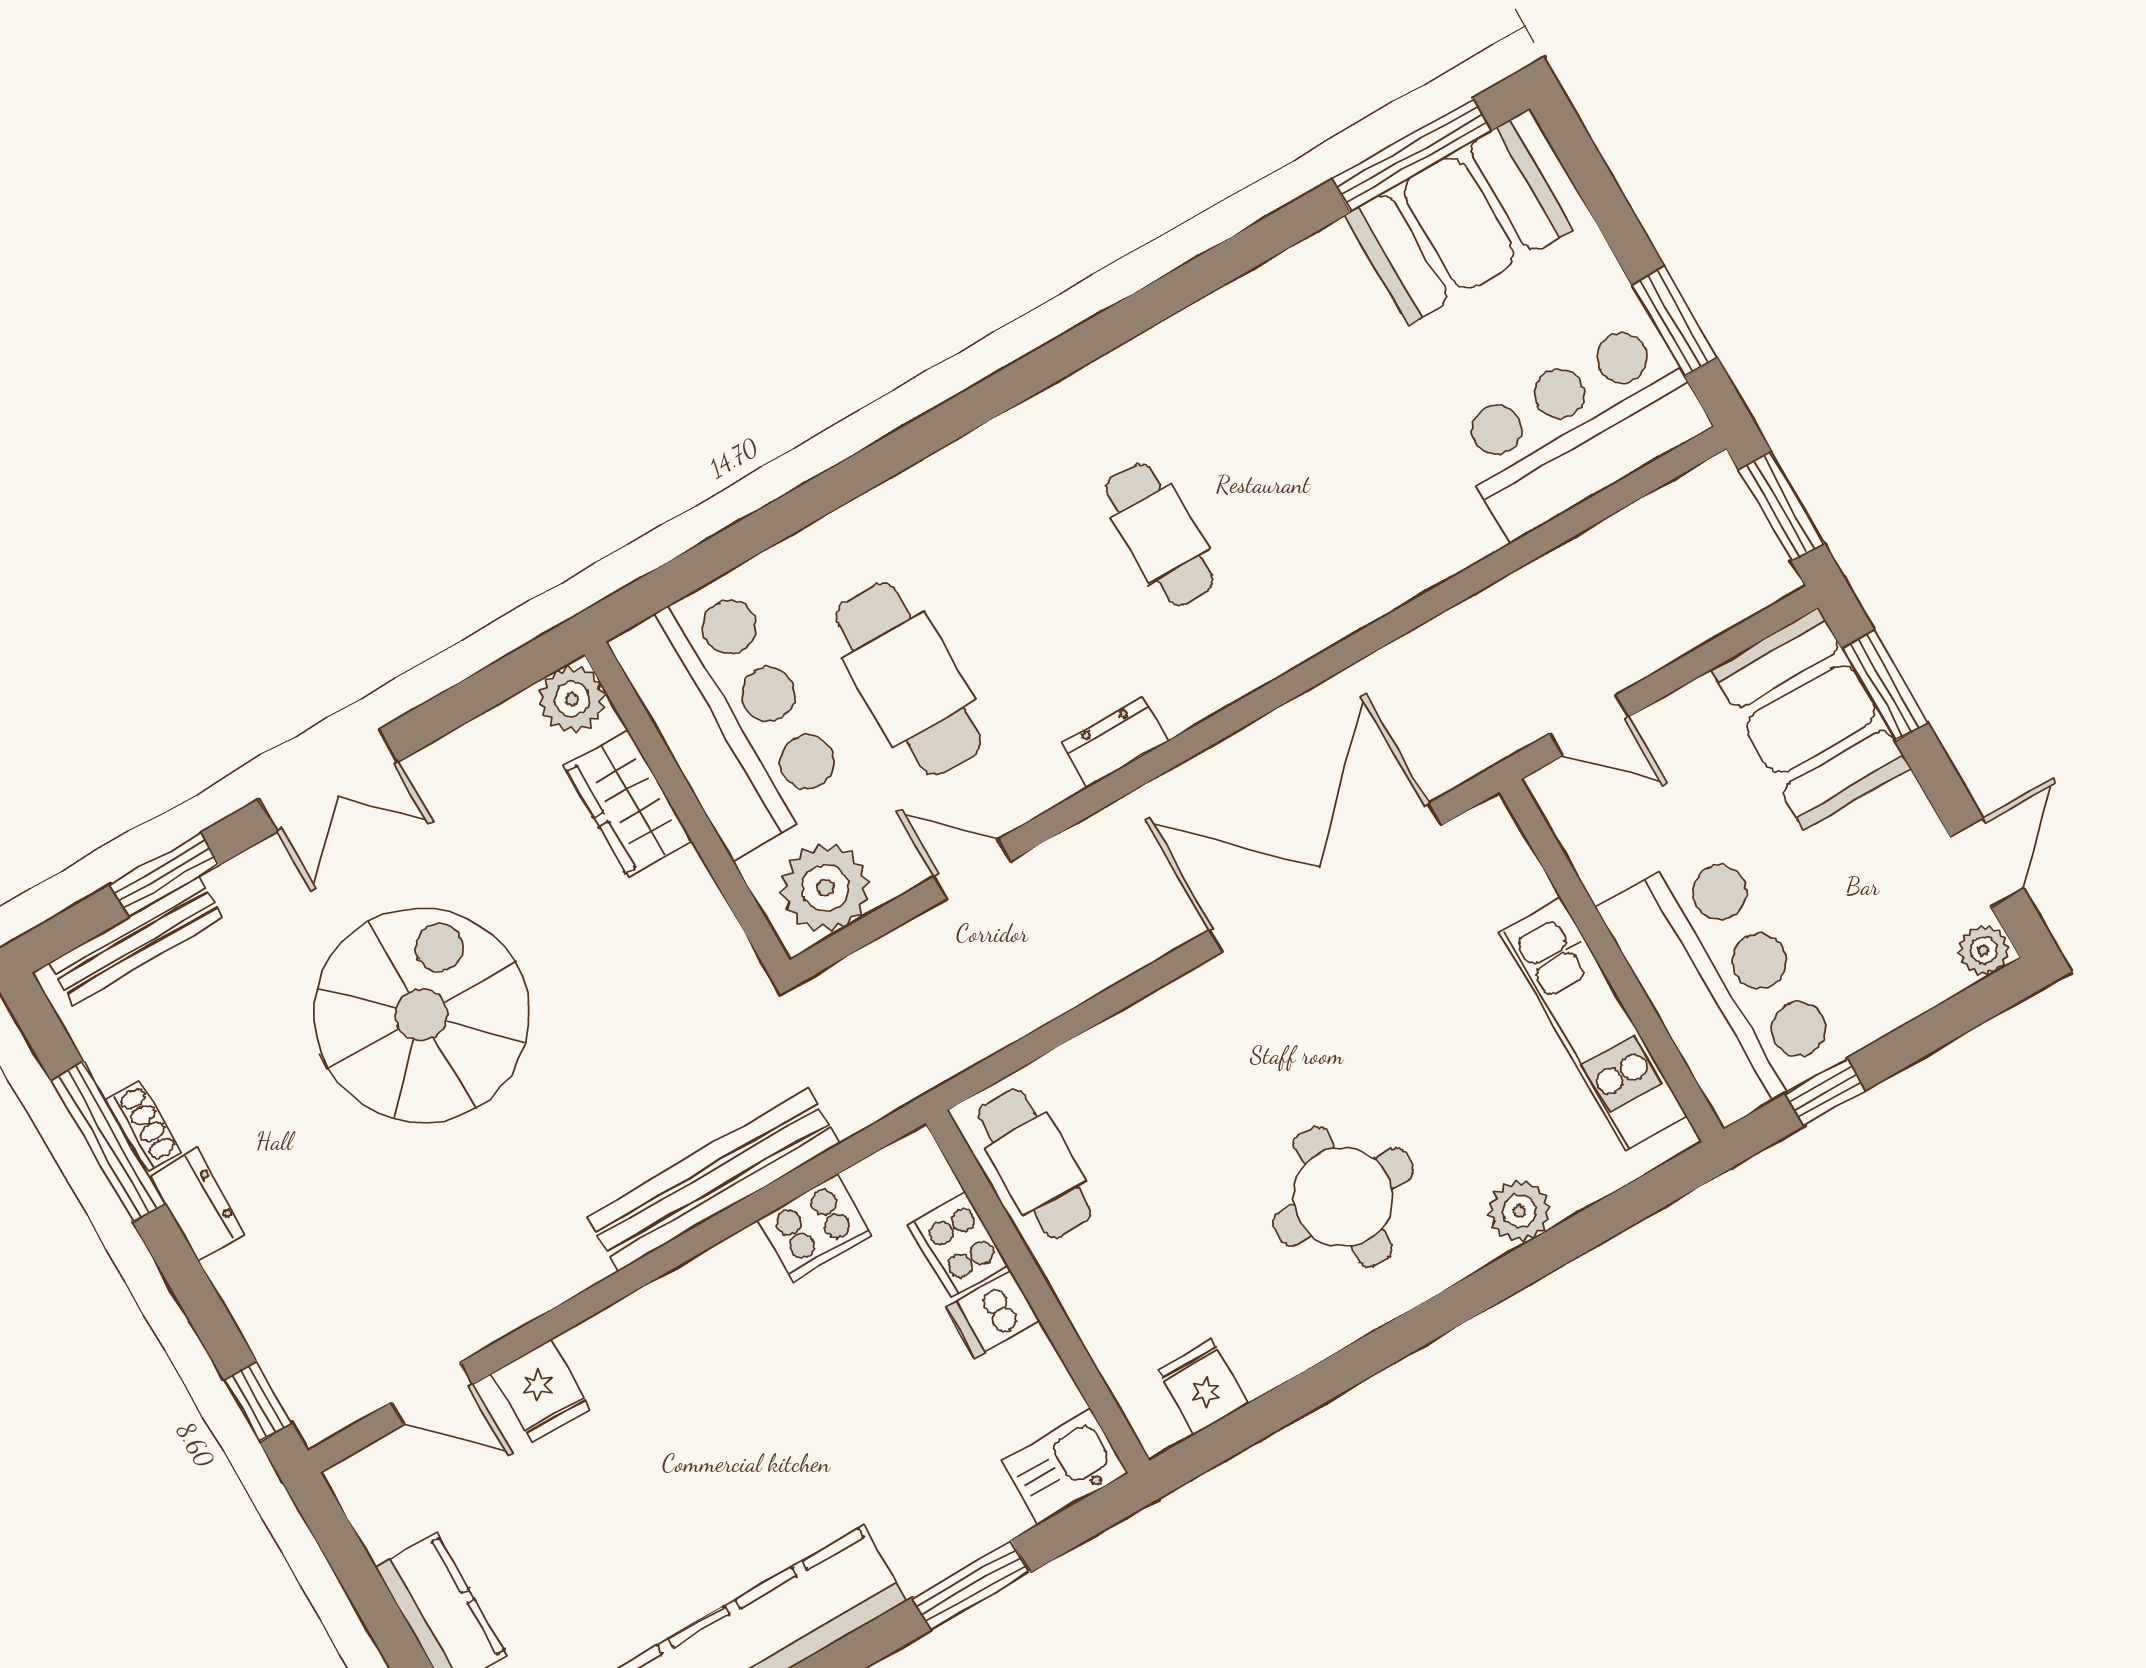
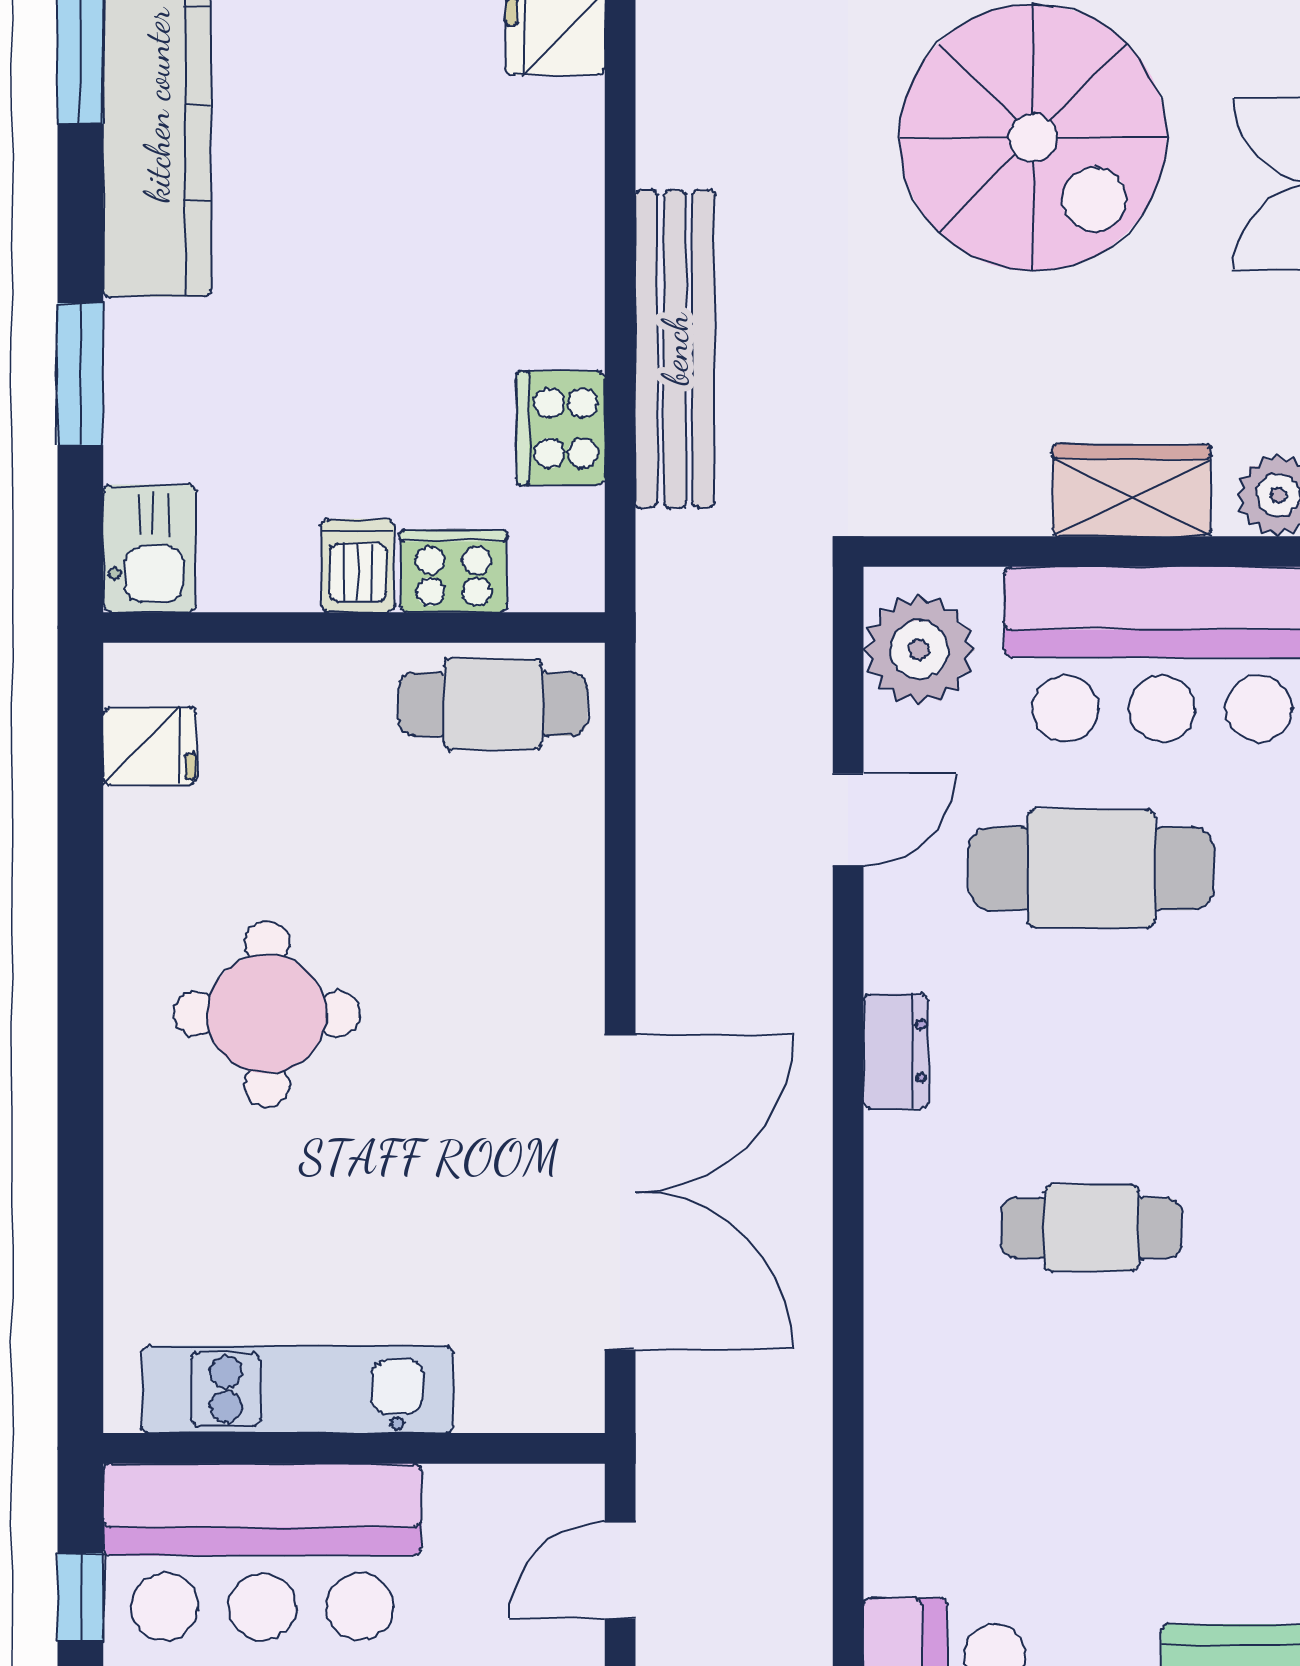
plant: (1519, 1211) -> (142, 1195), removed

